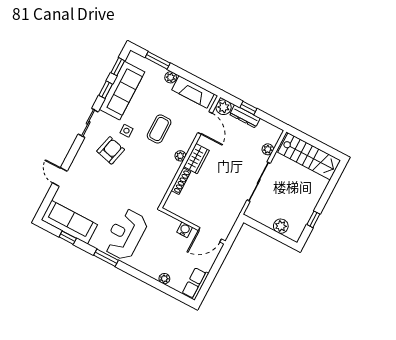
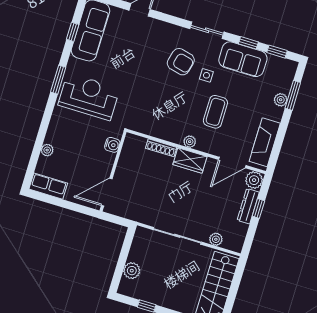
plant: (171, 77) -> (281, 100), moved
sofa: (122, 91) -> (243, 59), width x0.73
coffee table: (159, 129) -> (215, 112), turned 90
water cooler: (185, 230) -> (112, 145), moved
door: (210, 235) -> (107, 192), hinge flipped

